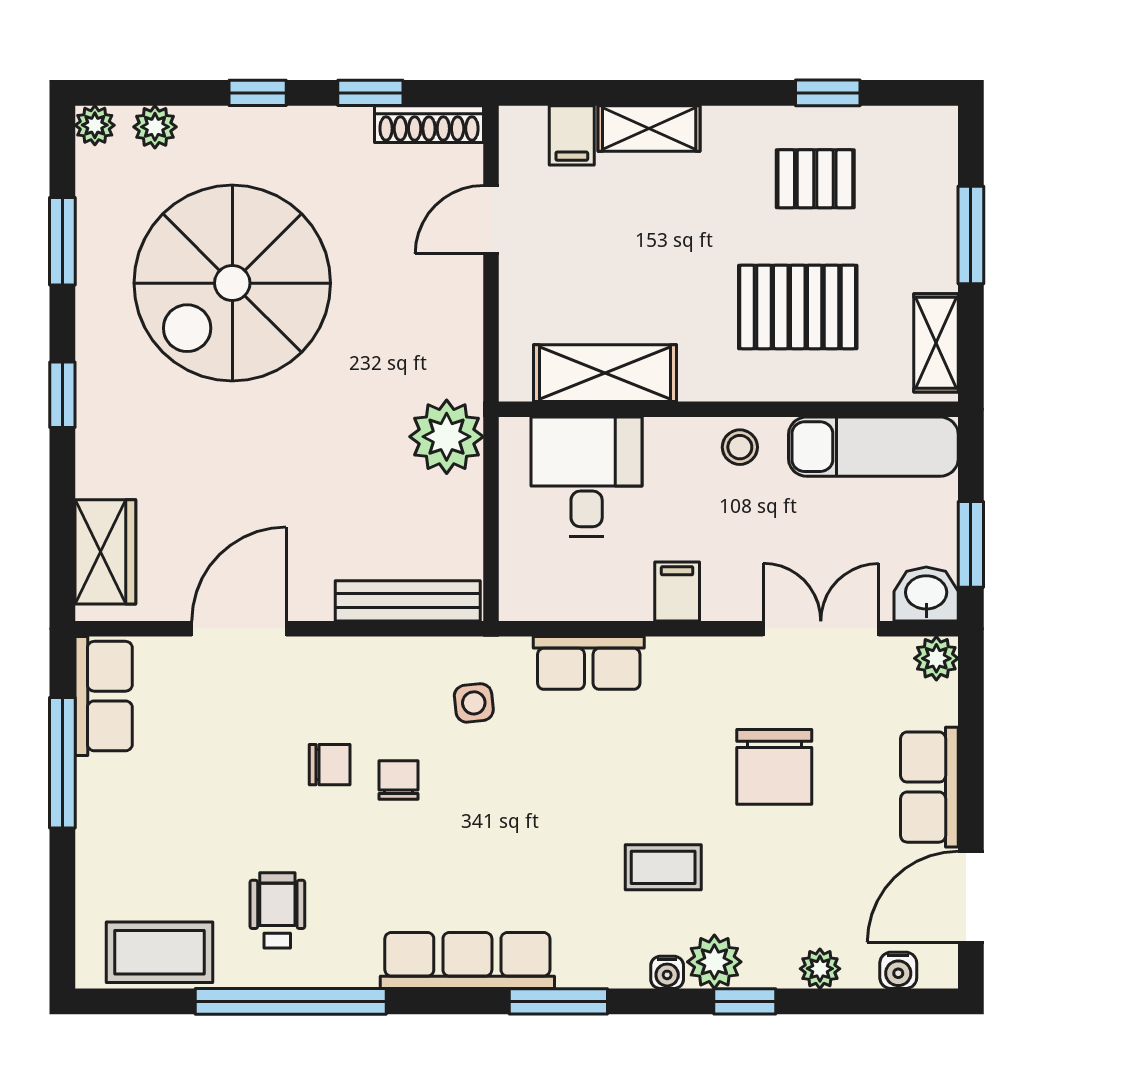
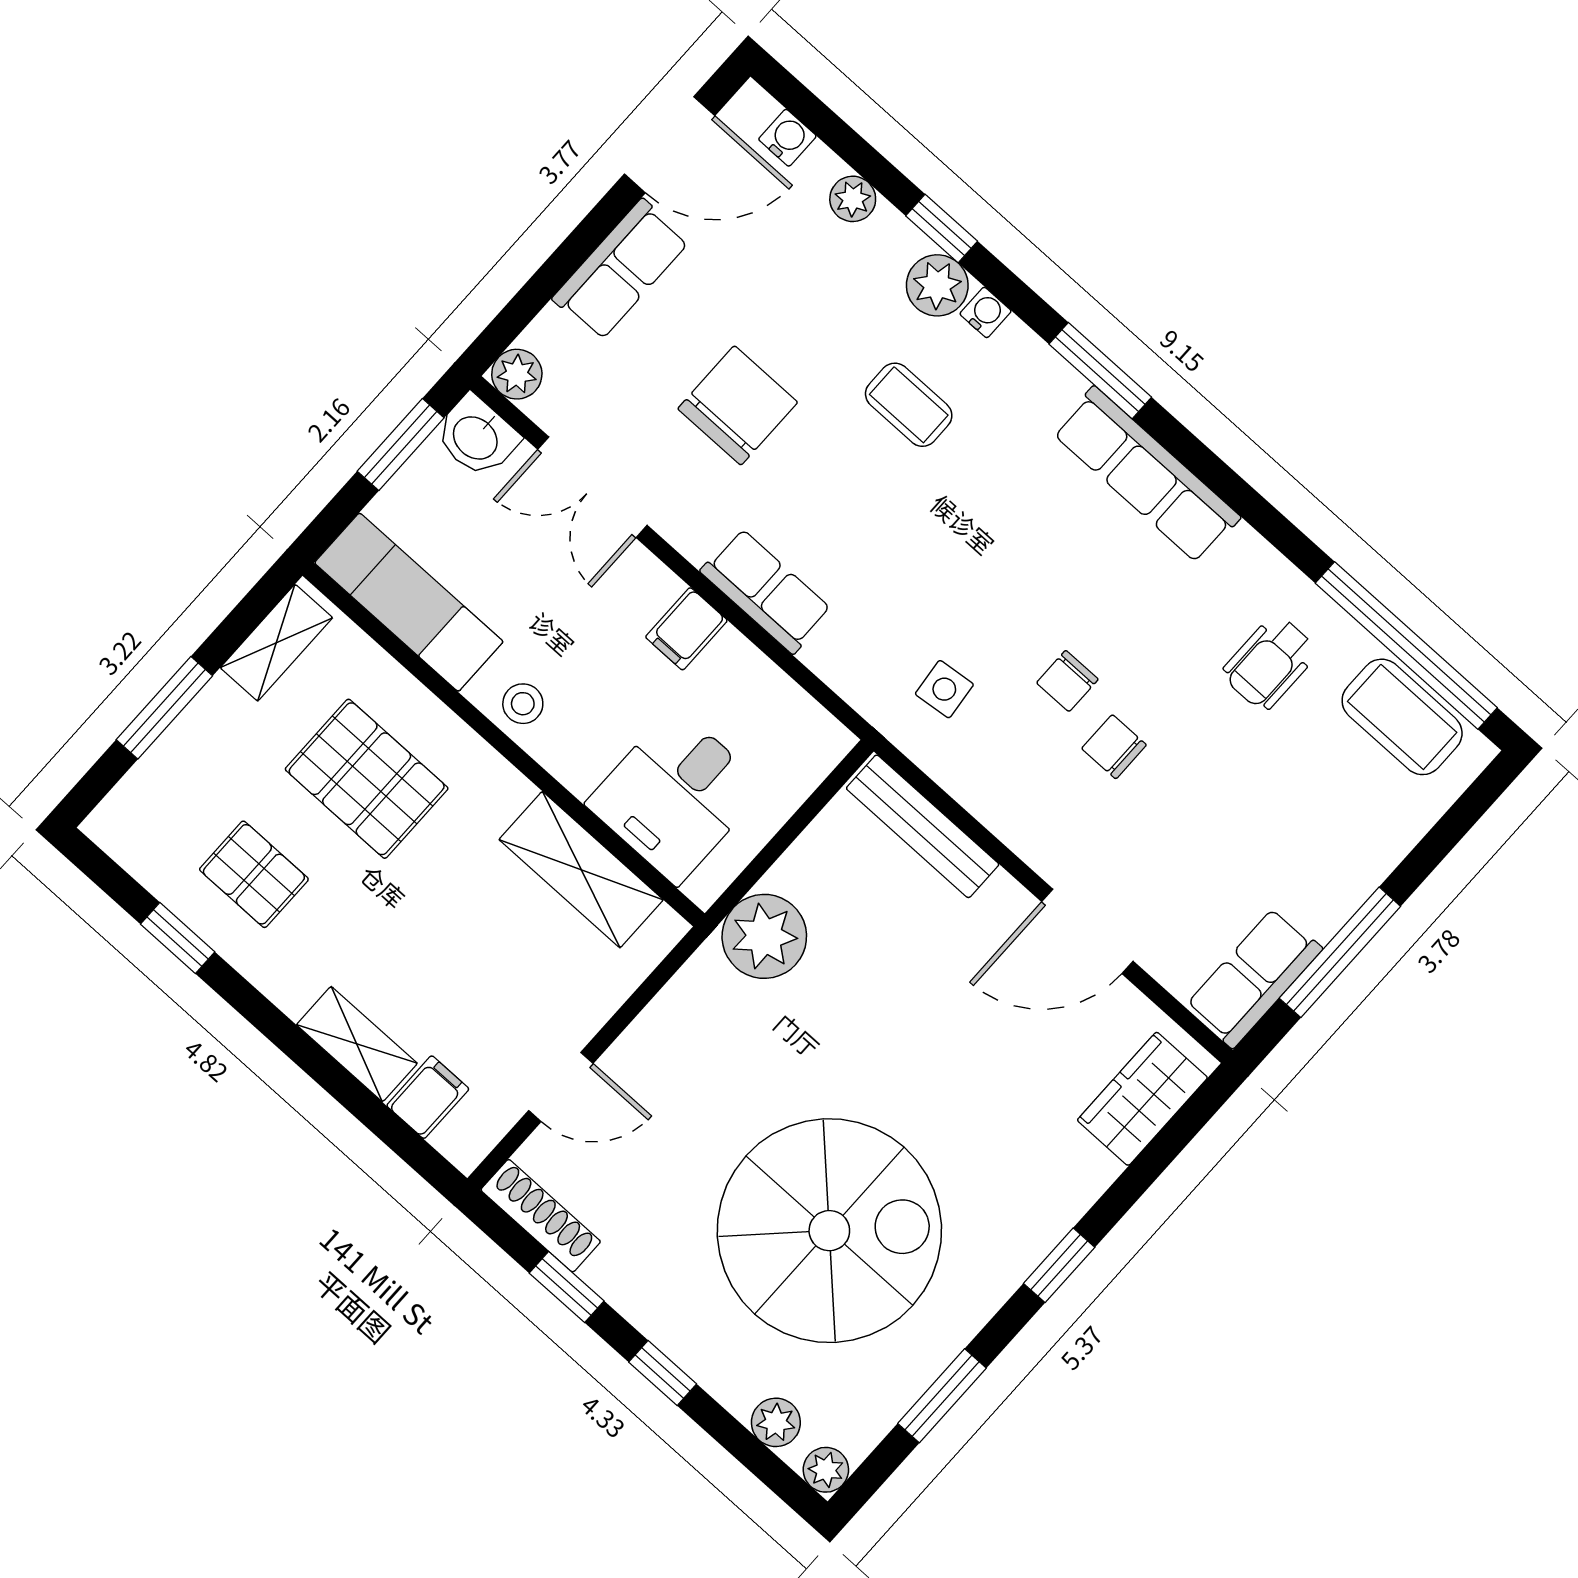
row of seats: (589, 663) -> (766, 591), moved
window: (291, 1001) -> (1406, 645), moved

